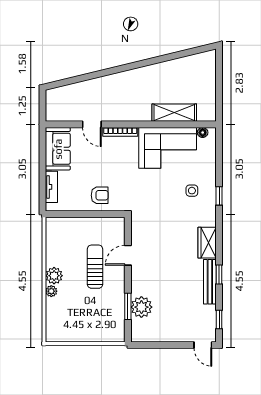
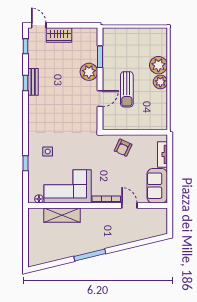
window: (140, 64) -> (90, 255), added
armchair: (100, 195) -> (123, 148), turned -65
window: (219, 196) -> (26, 163), moved
wardrobe: (207, 243) -> (59, 35), moved, turned 90
bench: (210, 282) -> (33, 82), width x0.73
plant: (51, 291) -> (158, 65), width x1.88, depth x1.88
plant: (141, 307) -> (89, 72), moved

